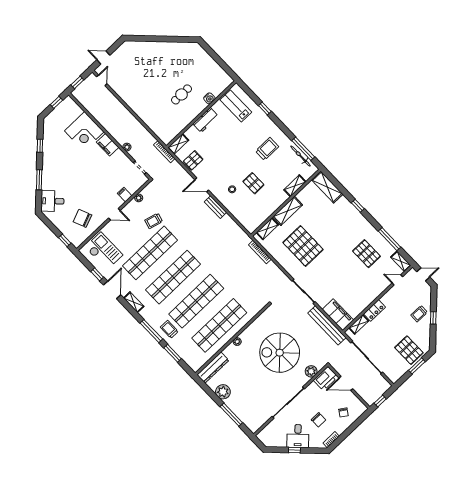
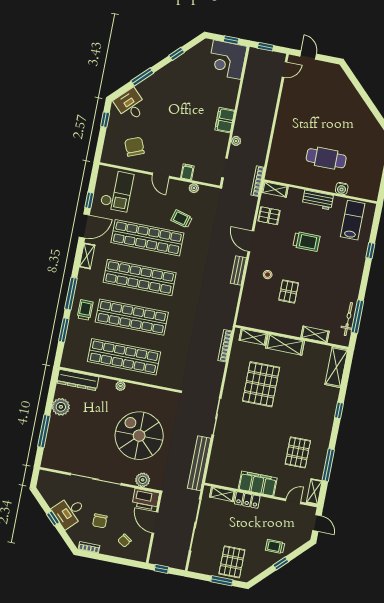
cafe table: (181, 94) -> (326, 158), width x1.37, depth x1.35
corner desk: (84, 131) -> (227, 60), moved
trolley: (267, 149) -> (306, 241), moved
window: (65, 240) -> (105, 120), moved
door: (397, 280) -> (293, 501), hinge flipped
filing cabinet: (338, 315) -> (258, 484), moved, turned -90

